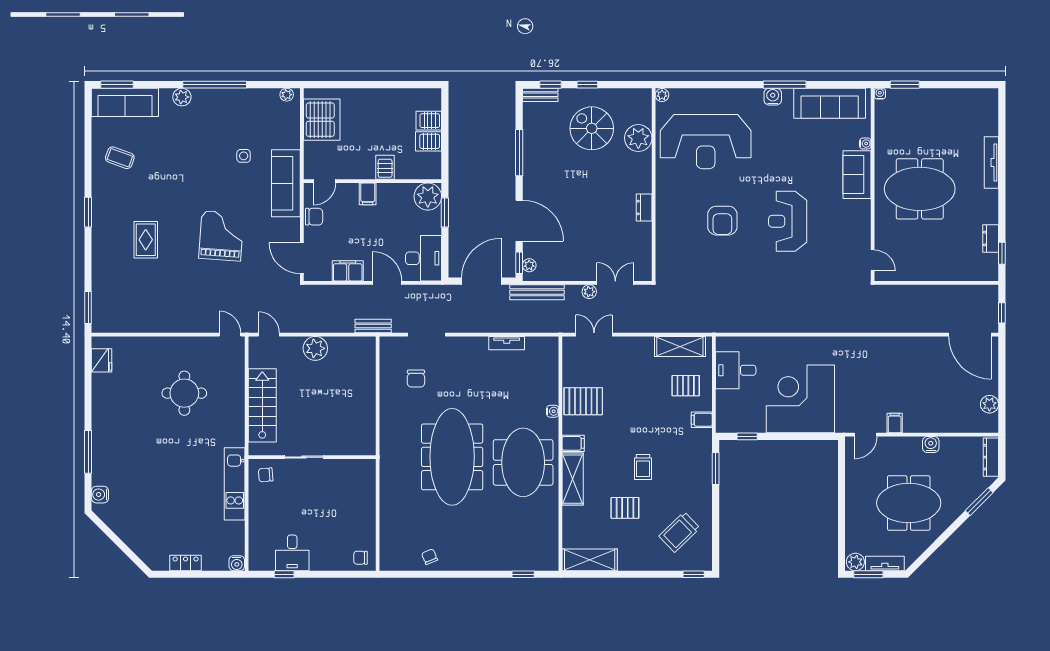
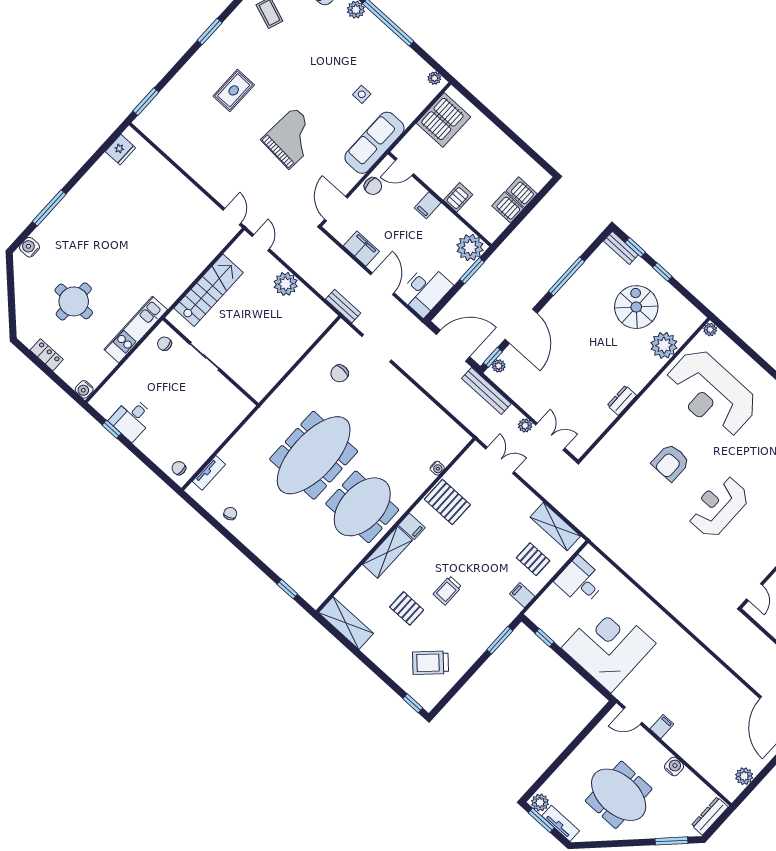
tv unit: (507, 343) -> (209, 473), moved, turned -90
round table: (184, 393) -> (74, 301), moved
water cooler: (553, 411) -> (437, 468), moved

